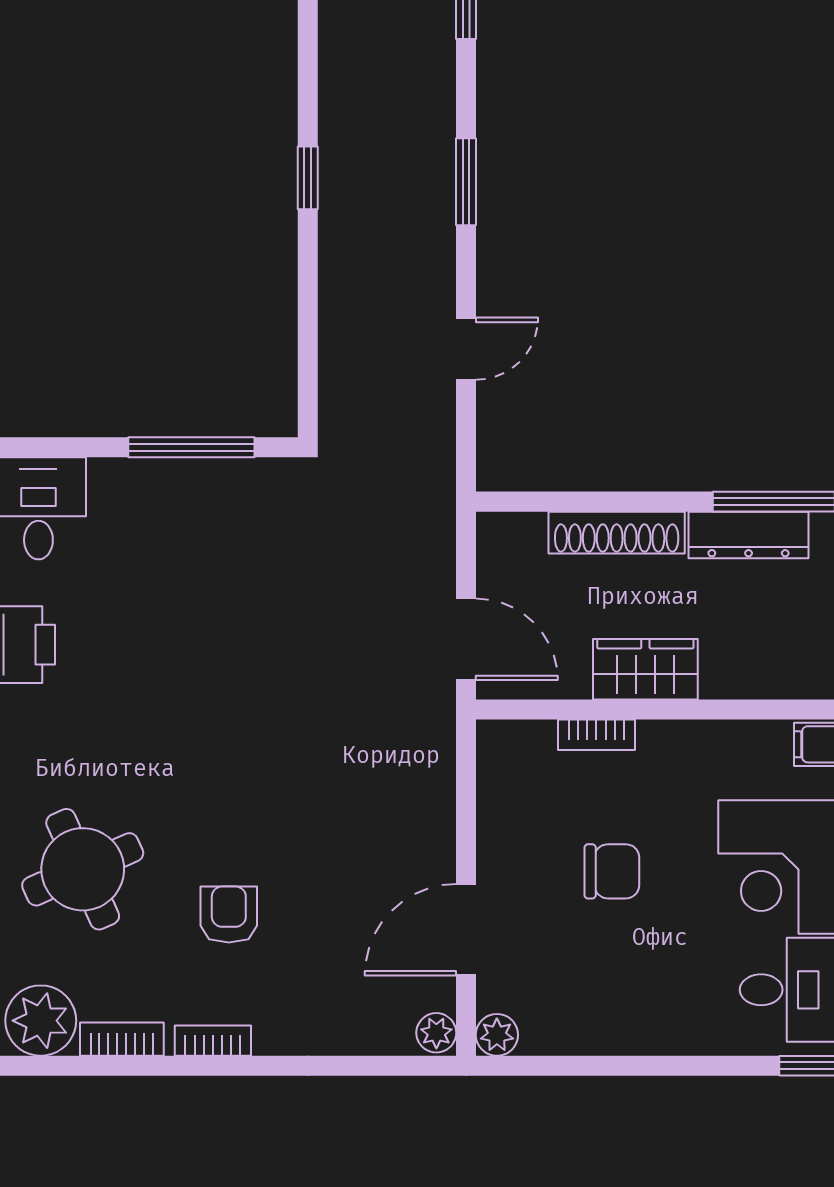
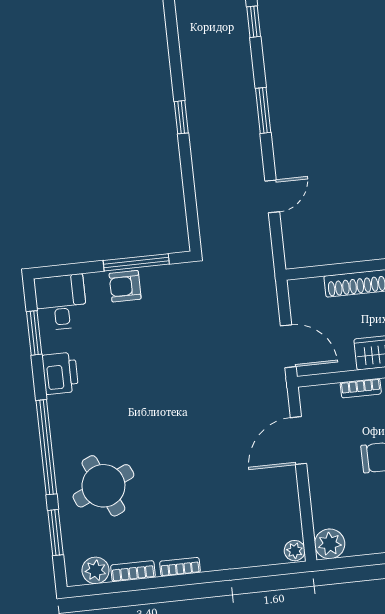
armchair: (229, 915) -> (125, 286), moved, turned -90
door: (466, 930) -> (298, 441), moved
plant: (41, 1021) -> (96, 570), width x0.73, depth x0.73
plant: (497, 1035) -> (330, 544), width x1.38, depth x1.38

